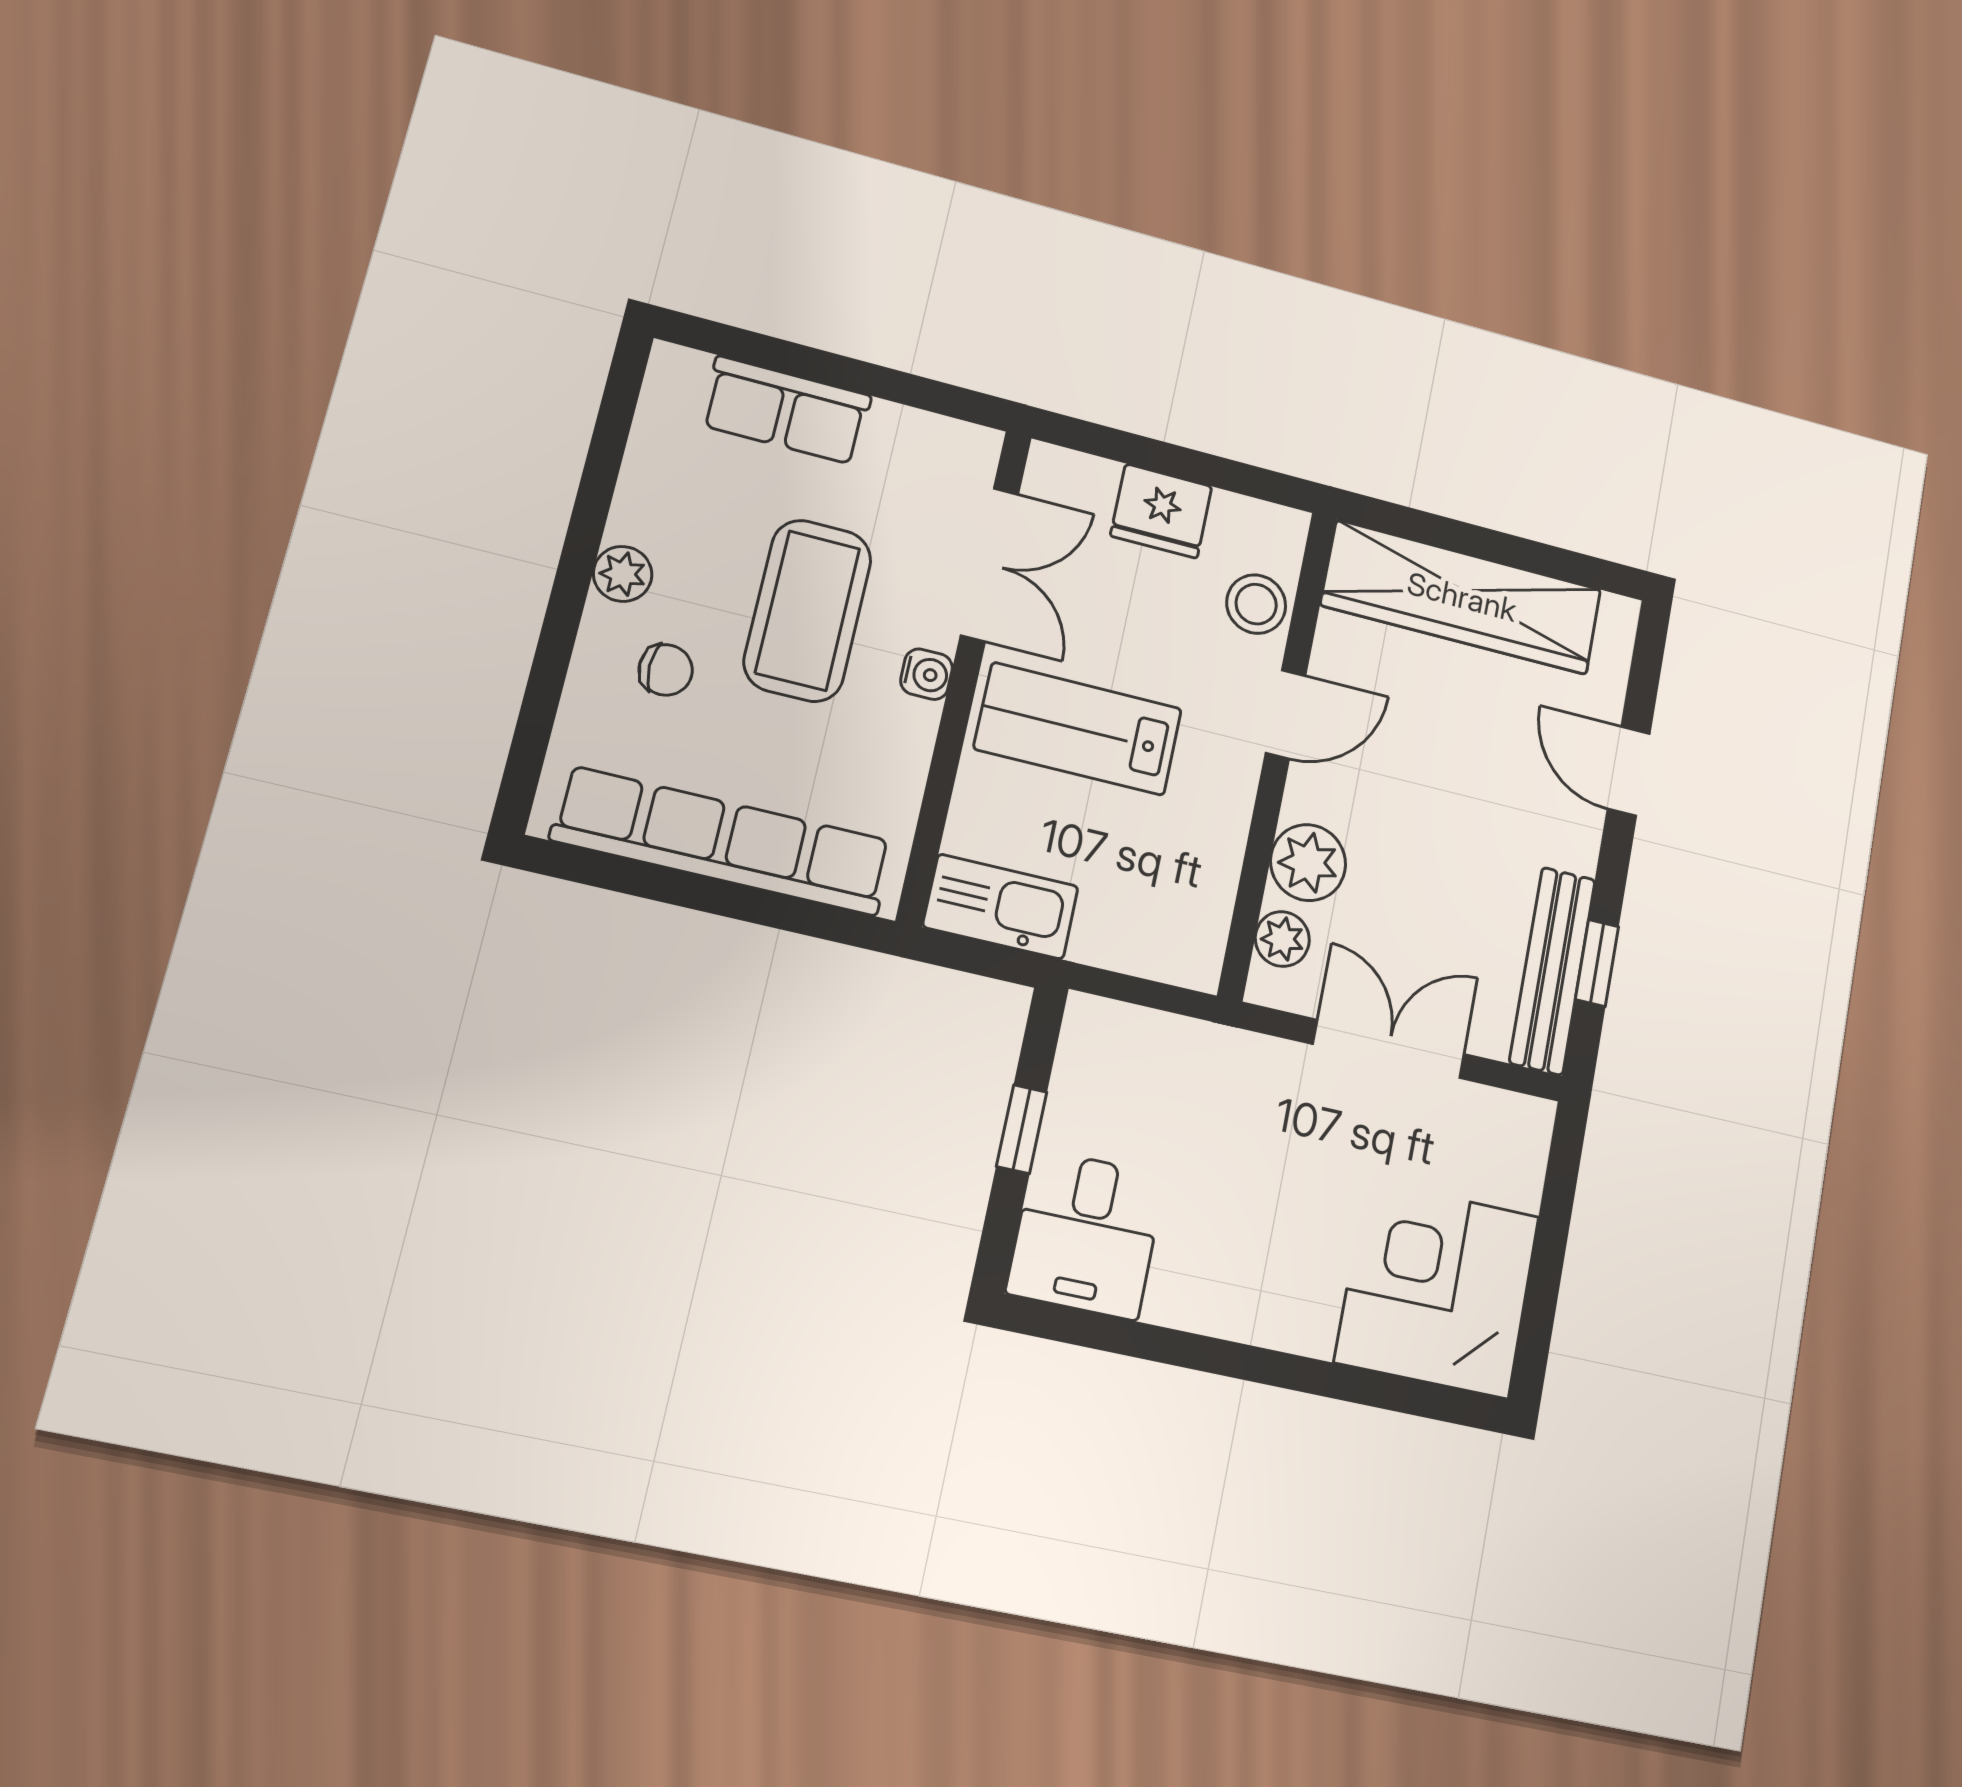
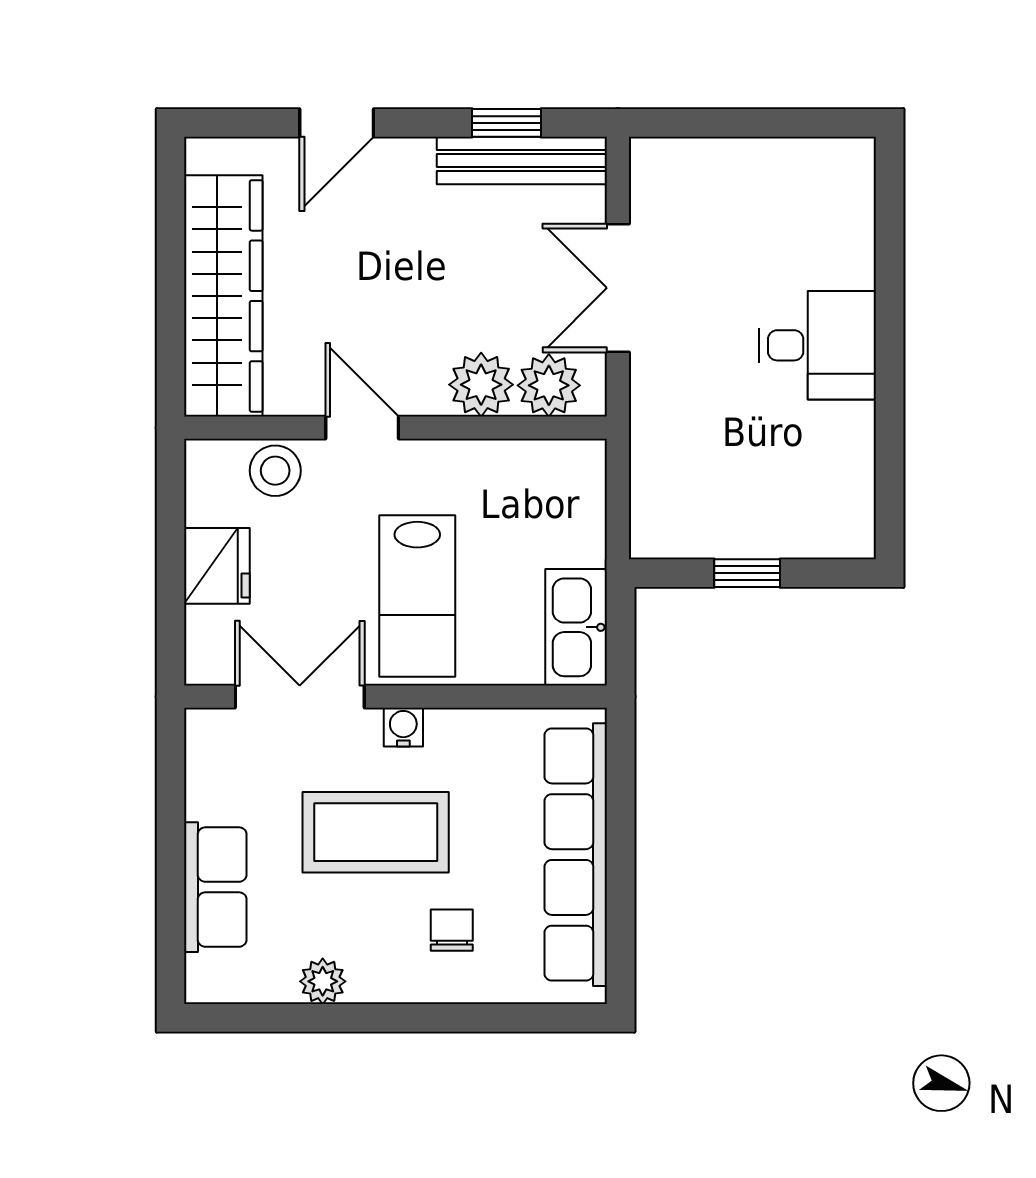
plant: (623, 574) -> (323, 981), moved
plant: (1282, 939) -> (549, 385), width x1.38, depth x1.38
desk: (1086, 1234) -> (817, 345), moved
corner desk: (1437, 1289) -> (801, 212), removed

